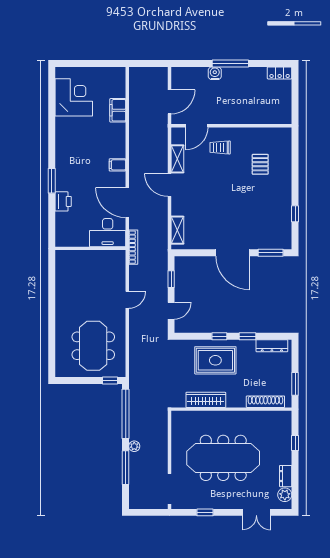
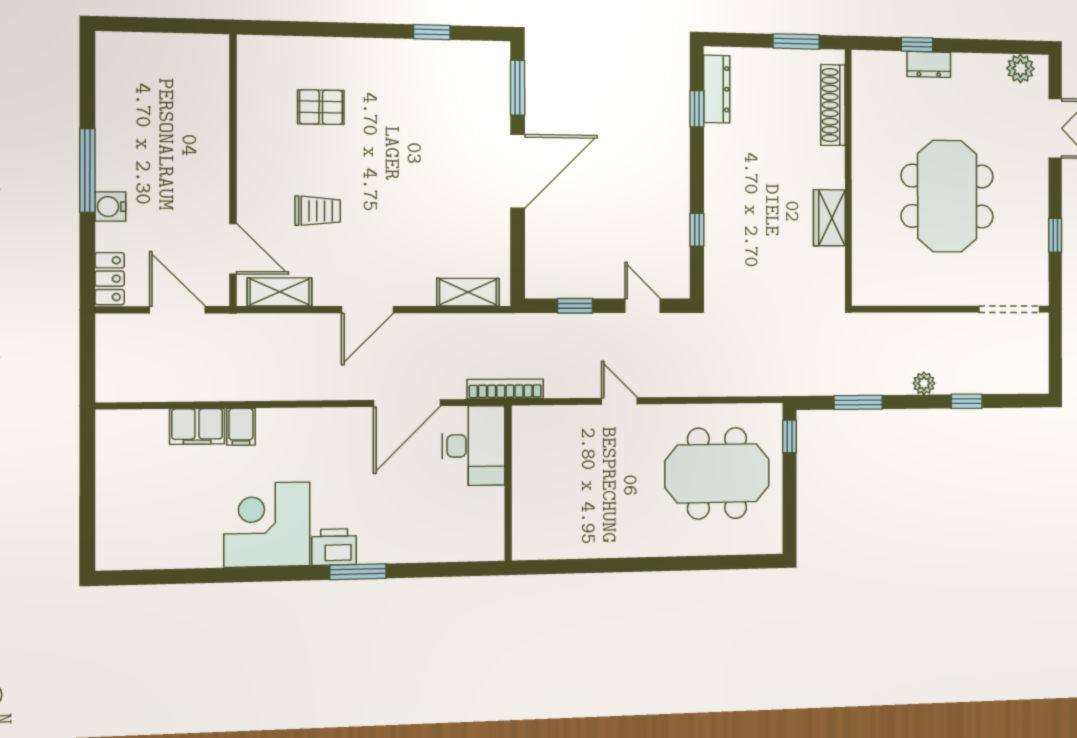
locker: (280, 73) -> (110, 279), moved
corner desk: (74, 97) -> (267, 525), moved
trolley: (220, 147) -> (318, 211), moved, turned -90
shelving: (177, 159) -> (280, 292), moved
filing cabinet: (117, 165) -> (241, 427), moved
printer: (63, 201) -> (334, 547), moved
window: (219, 336) -> (697, 230), moved
window: (247, 336) -> (697, 109), moved
rug: (215, 360) -> (747, 211), removed
wardrobe: (206, 400) -> (829, 218), width x0.67
window: (126, 414) -> (858, 402), width x0.47
meeting table: (223, 458) -> (947, 196), width x0.73
window: (126, 468) -> (967, 401), width x0.46
dresser: (286, 476) -> (929, 64), moved

